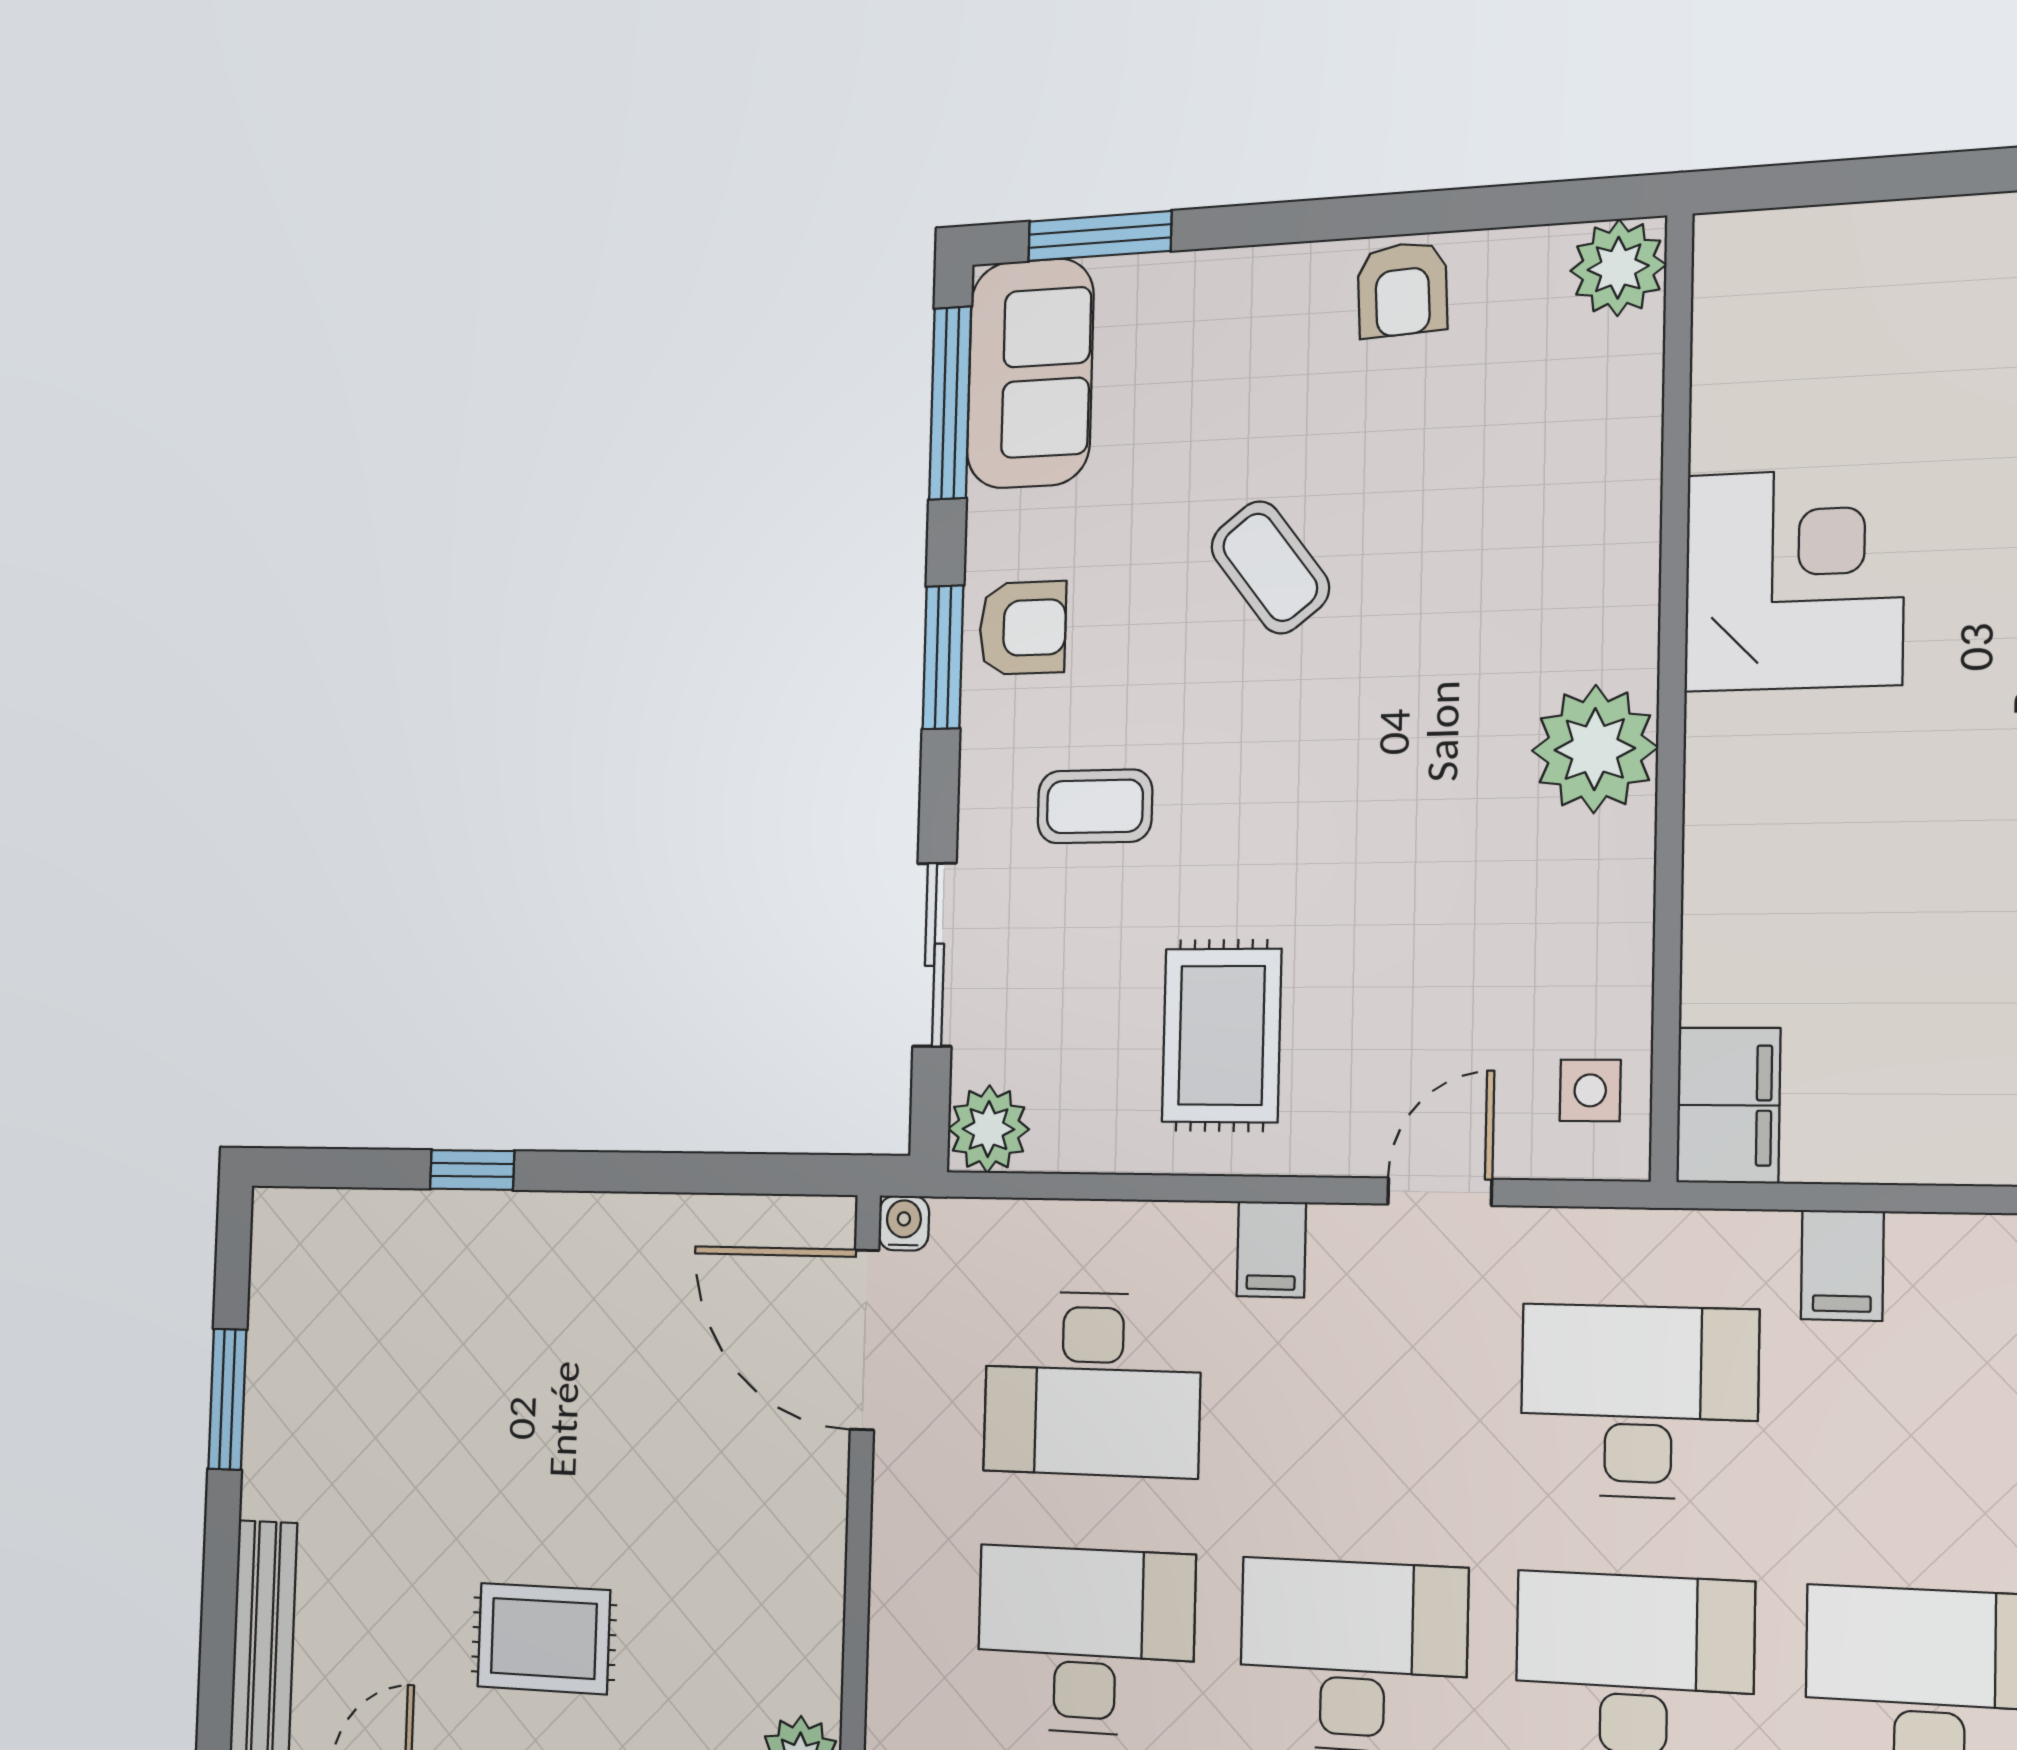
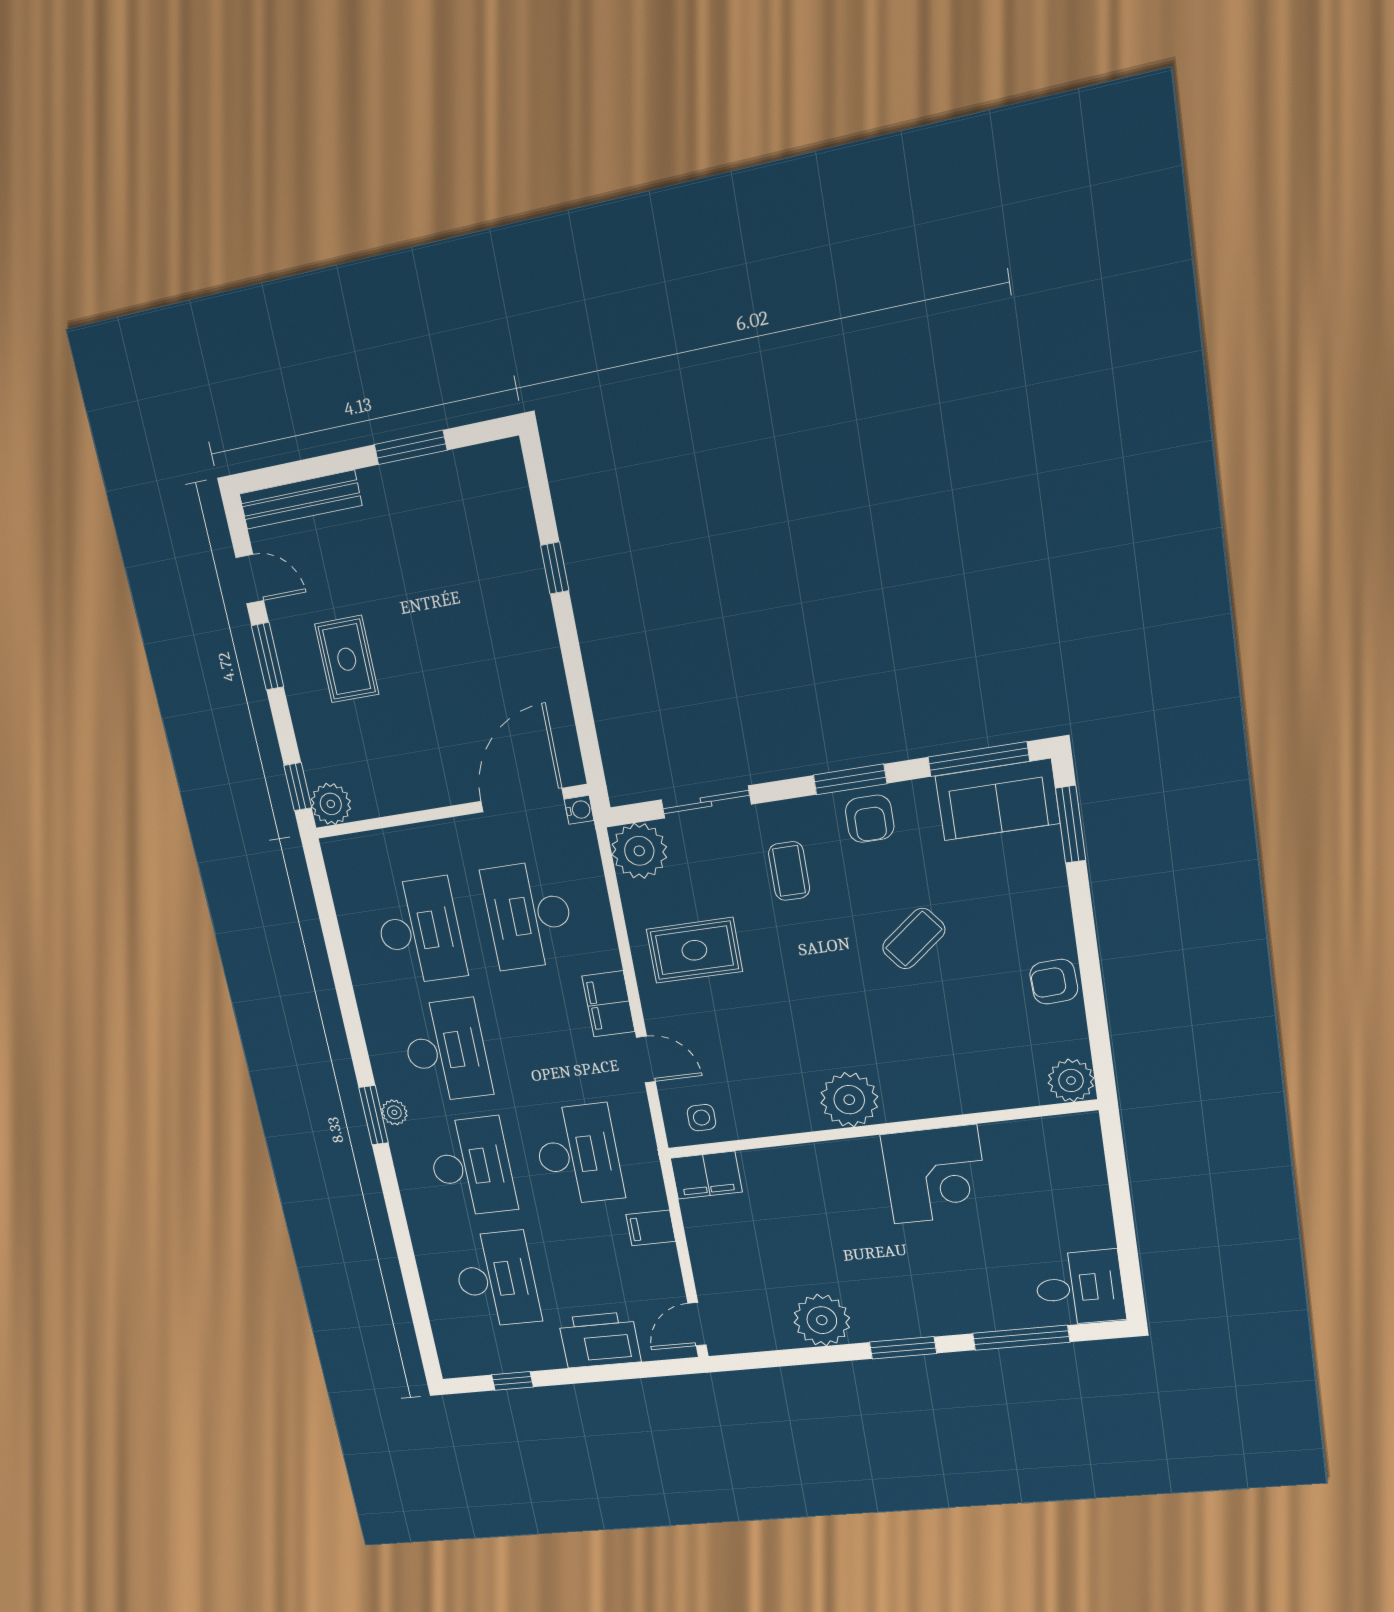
plant: (988, 1129) -> (639, 851), width x1.36, depth x1.36
filing cabinet: (1271, 1249) -> (608, 1004), width x2.00

